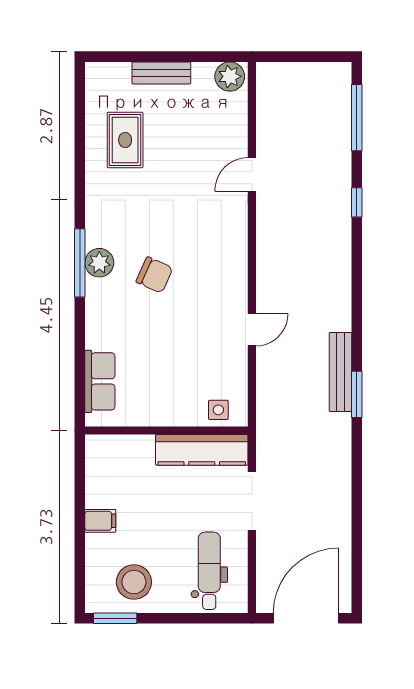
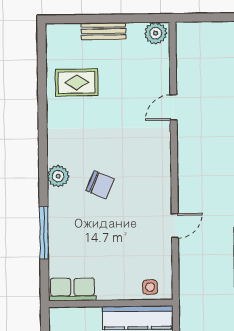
rug: (125, 140) -> (77, 82), turned 90
window: (80, 263) -> (44, 233), moved
row of seats: (100, 381) -> (72, 289), moved, turned -90

